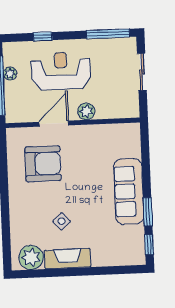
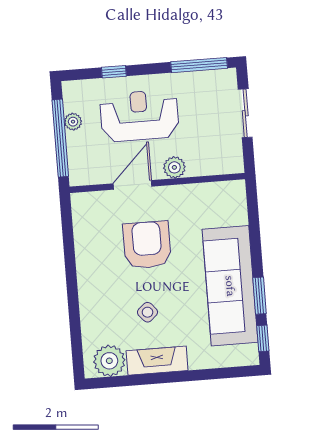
armchair: (43, 164) -> (147, 245), moved, turned -90
sofa: (129, 191) -> (230, 286), width x1.36, depth x1.27

